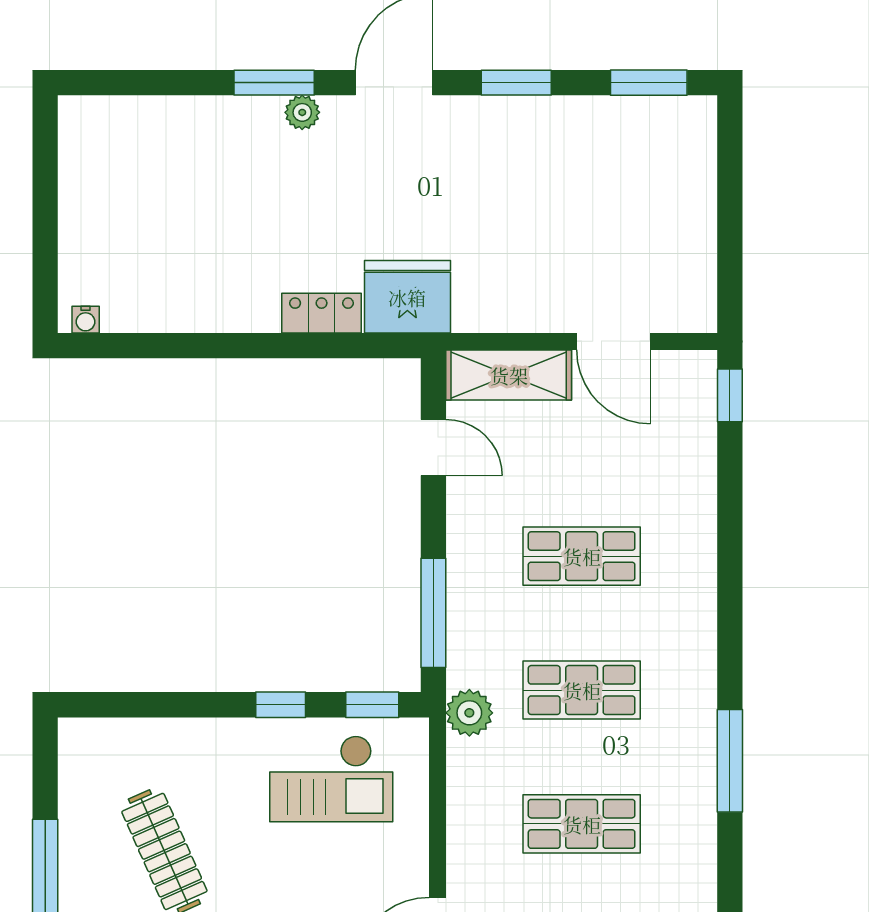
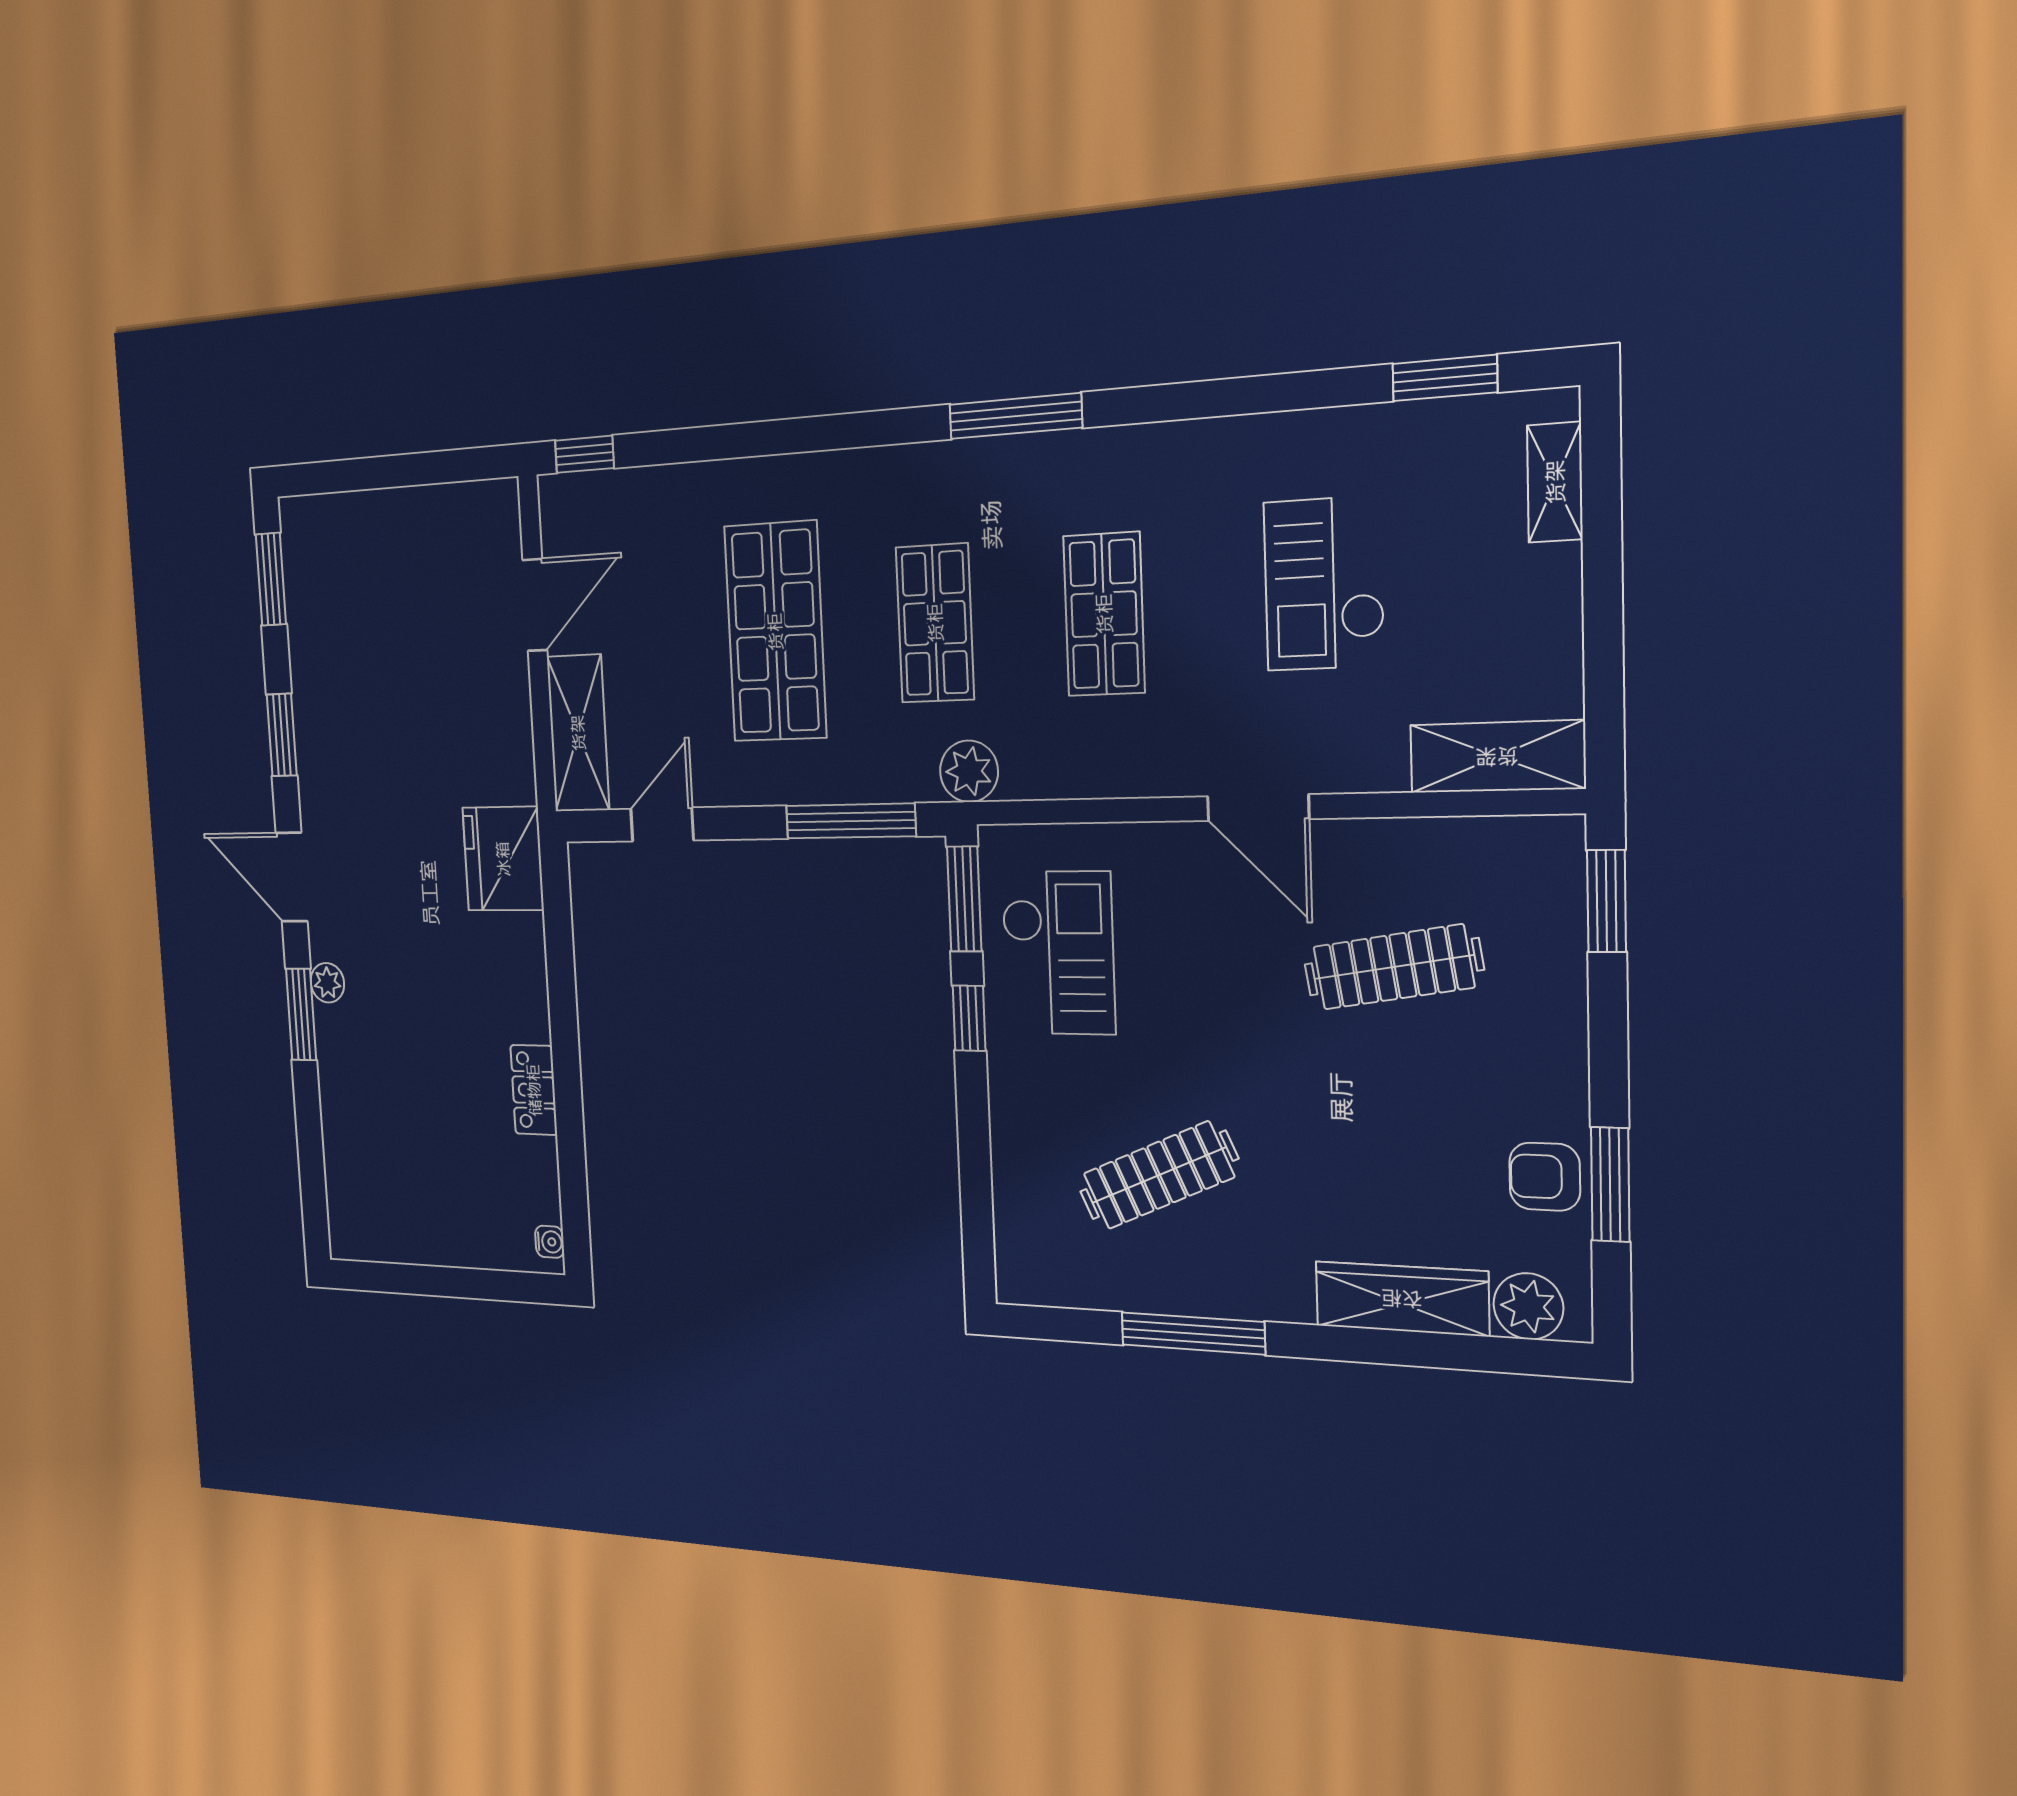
locker: (322, 313) -> (534, 1090), moved
shop shelf: (582, 556) -> (775, 632), width x1.43, depth x1.36
window: (372, 705) -> (964, 899), width x1.50

